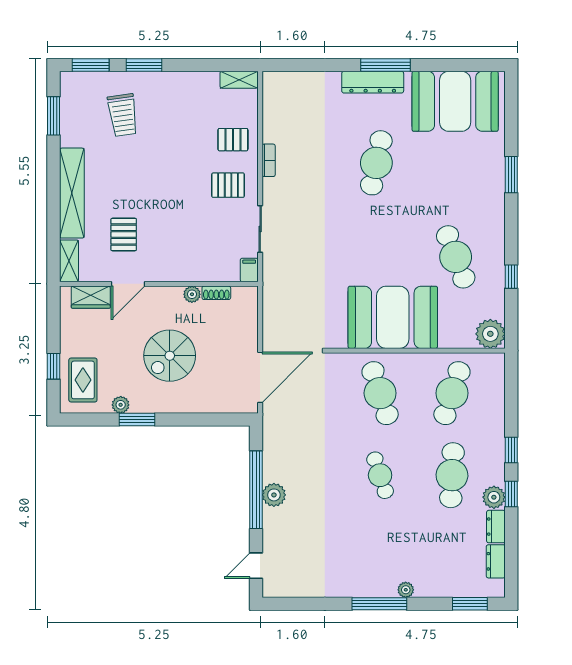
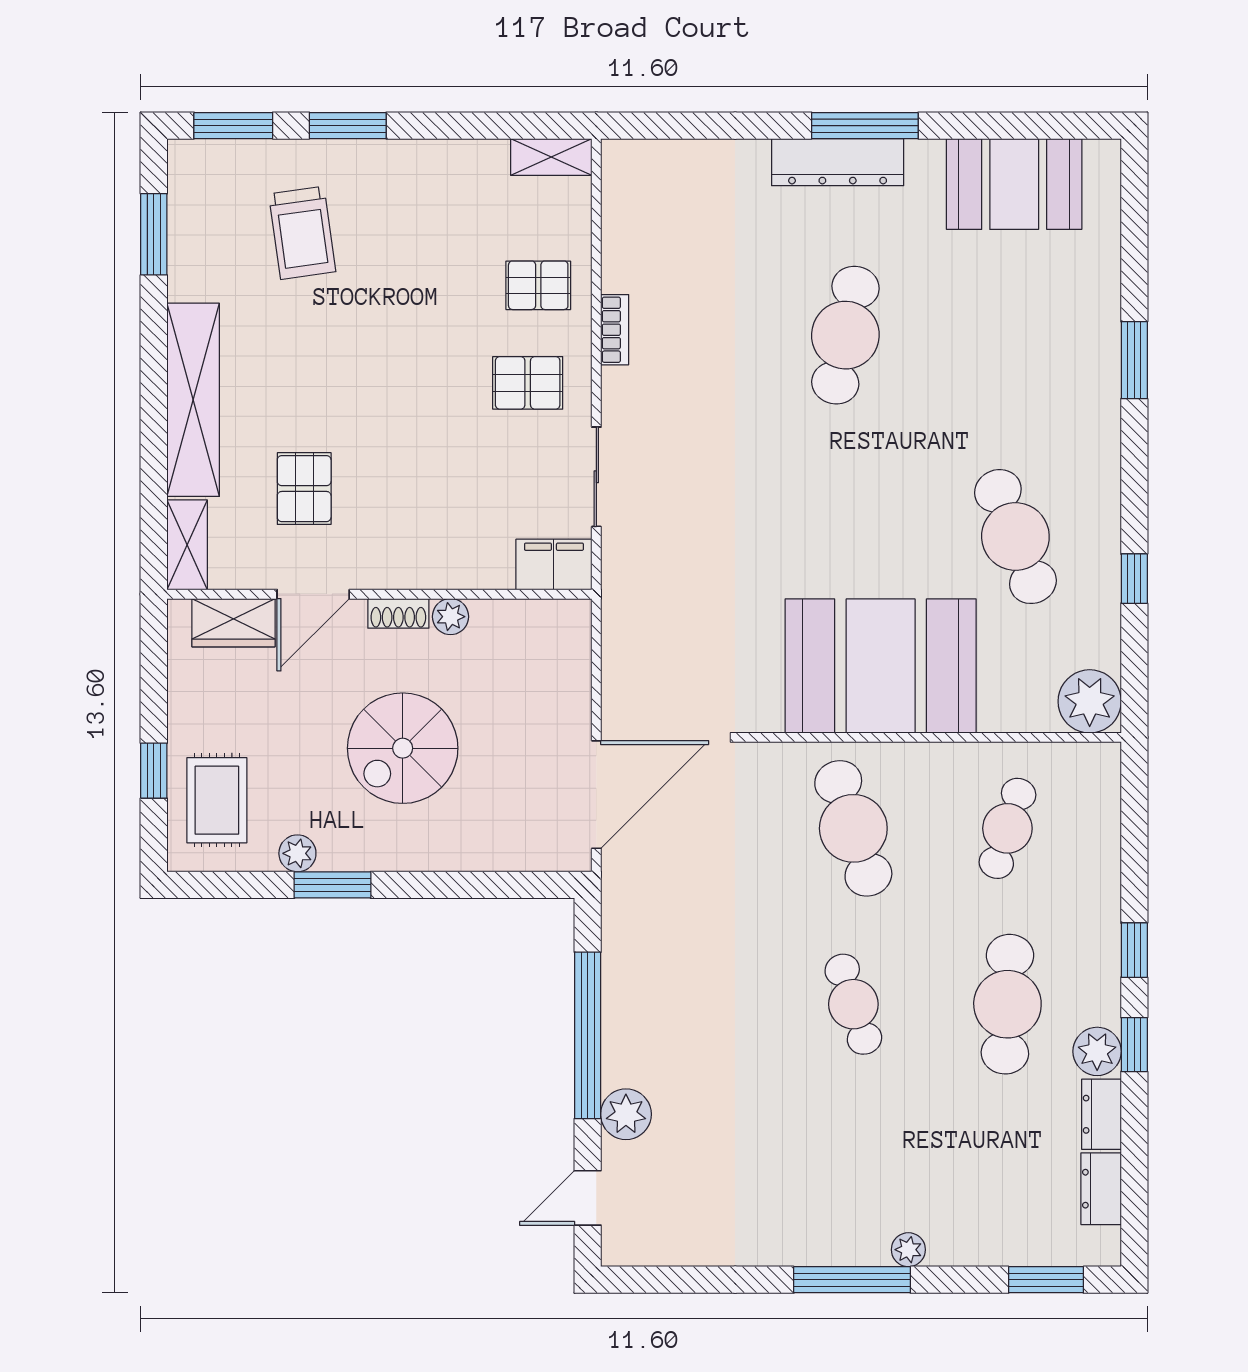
booth: (455, 101) -> (1014, 184), width x0.73, depth x0.70
filing cabinet: (249, 270) -> (554, 564), width x2.00
shoe rack: (216, 293) -> (398, 613), moved
cafe table: (452, 393) -> (1007, 828), width x0.73, depth x0.74
plant: (274, 495) -> (626, 1114), moved

